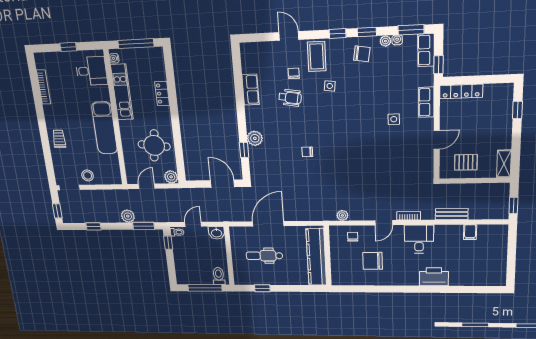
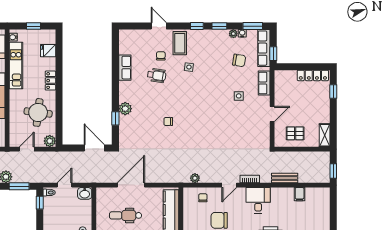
window: (136, 44) -> (34, 26), width x0.46
row of seats: (426, 50) -> (264, 48), width x1.48
chair: (362, 54) -> (239, 60), moved
fridge: (157, 73) -> (48, 51), added
locker: (461, 91) -> (313, 75), moved
locker: (162, 94) -> (50, 81), moved

